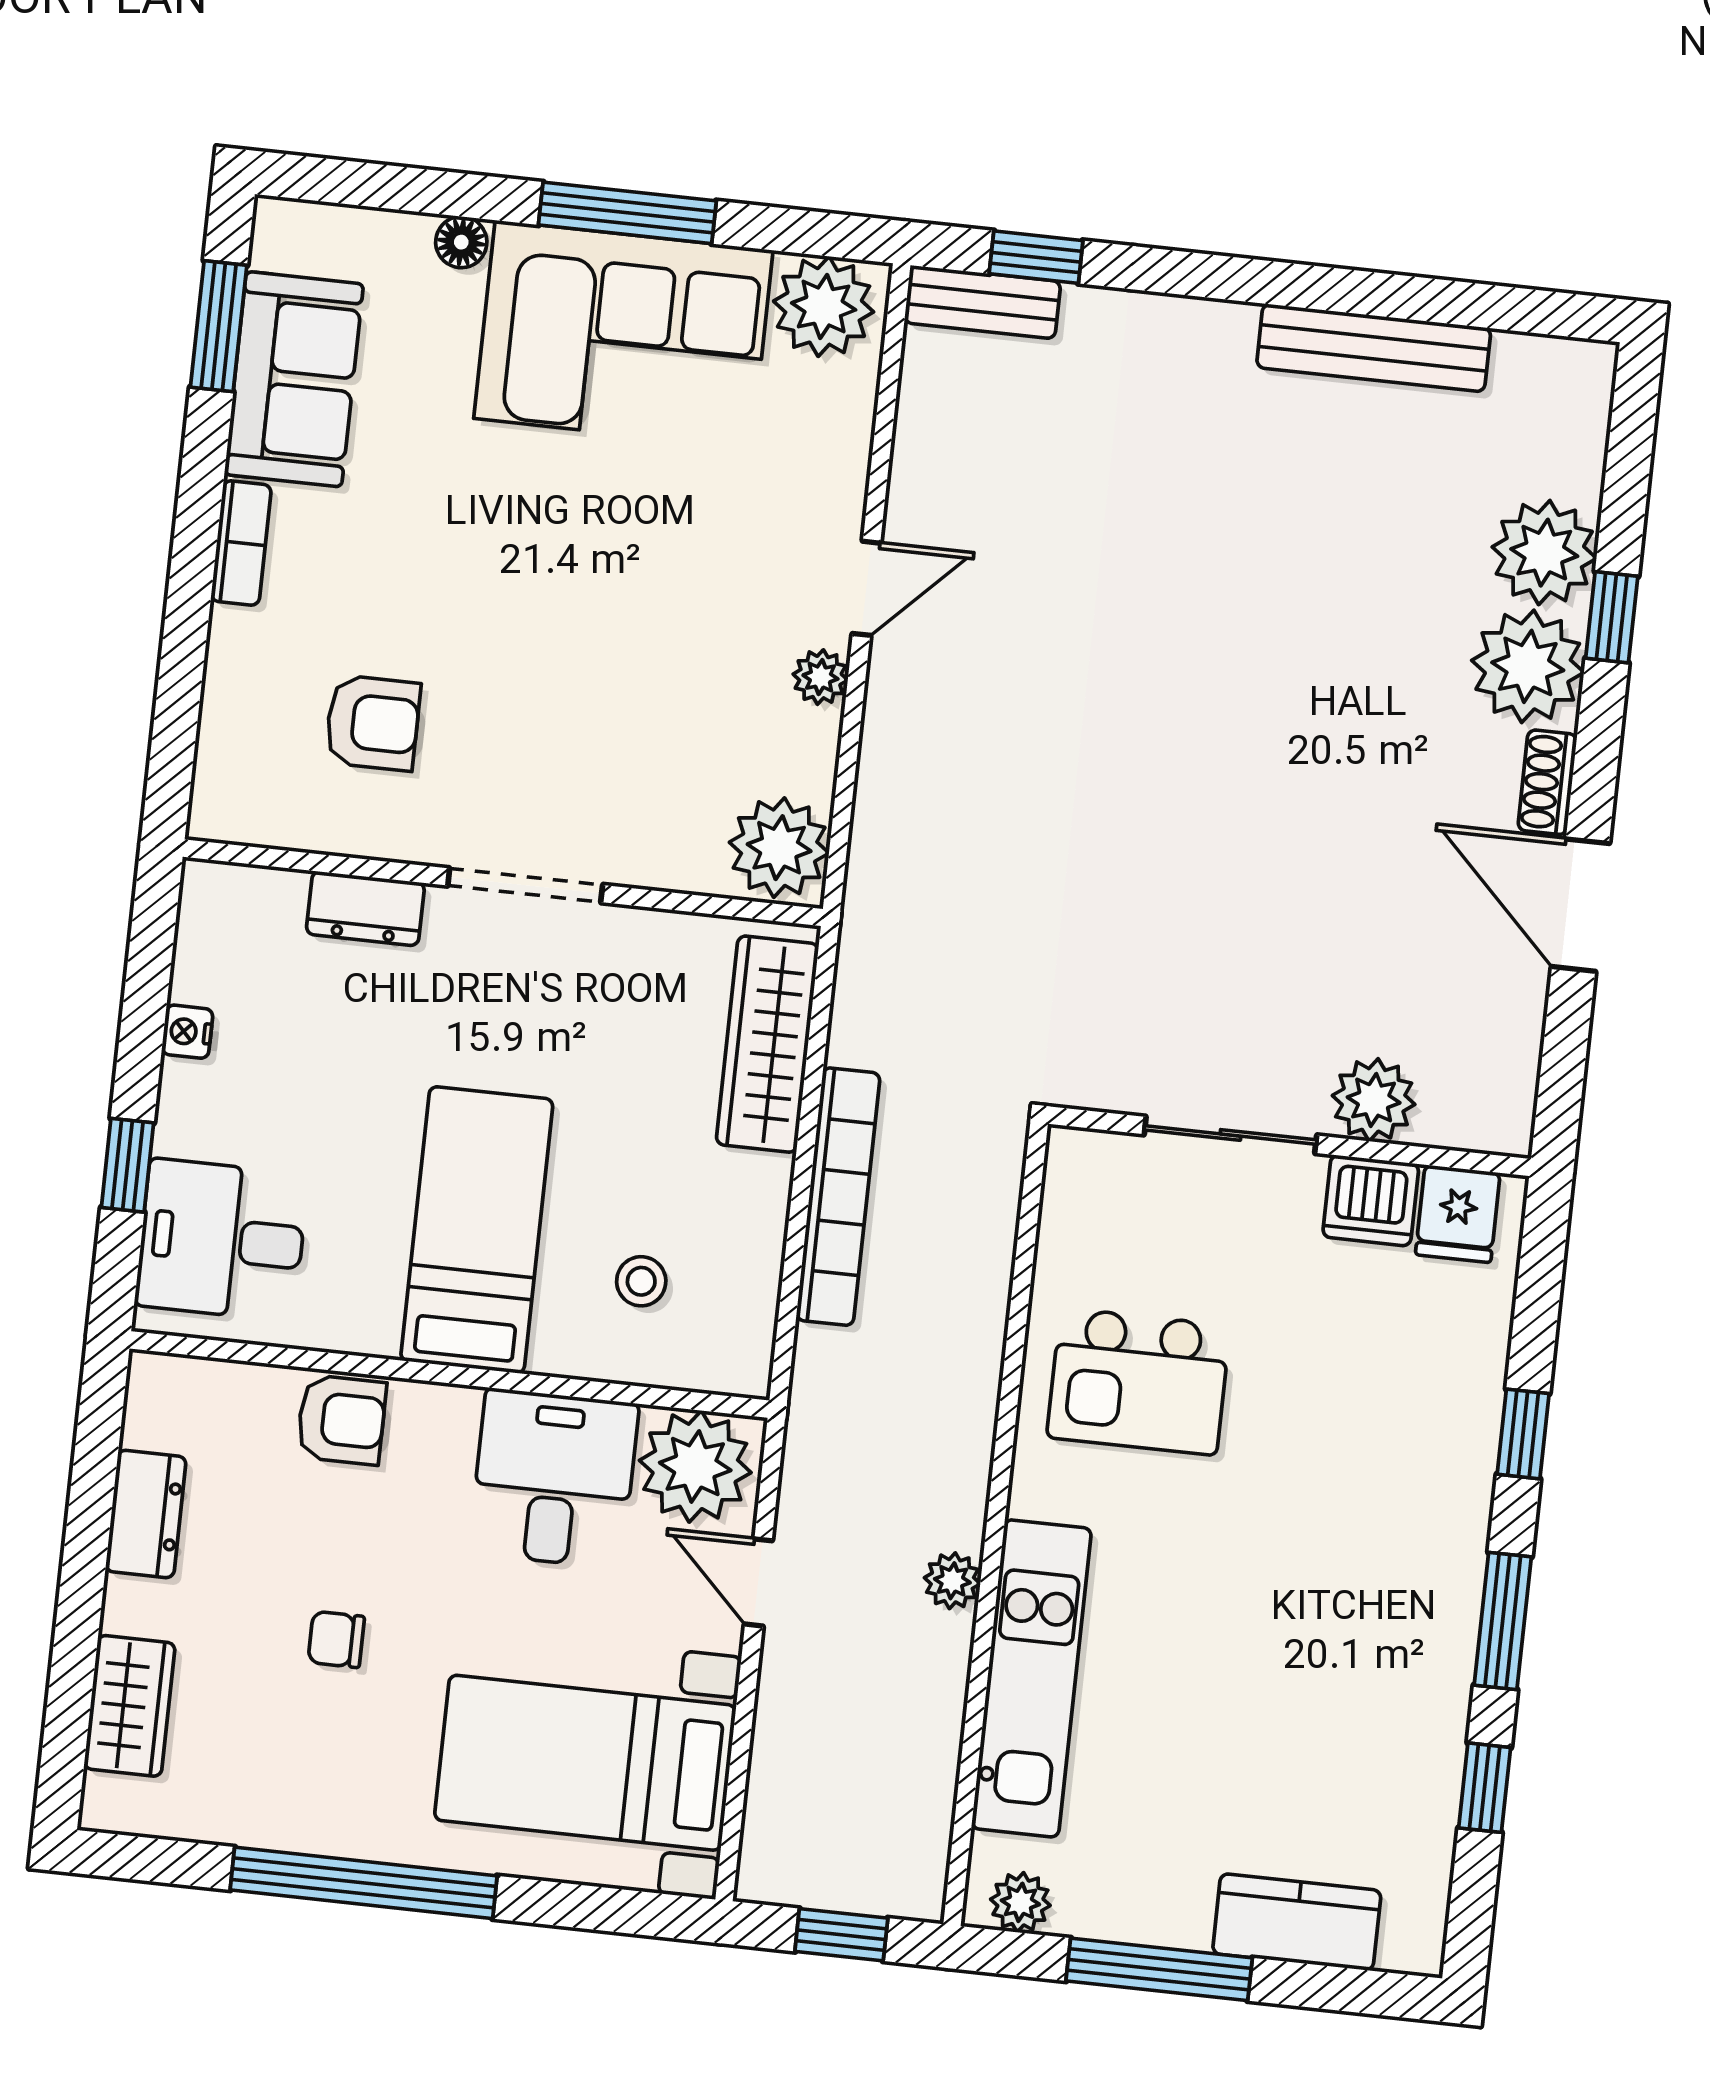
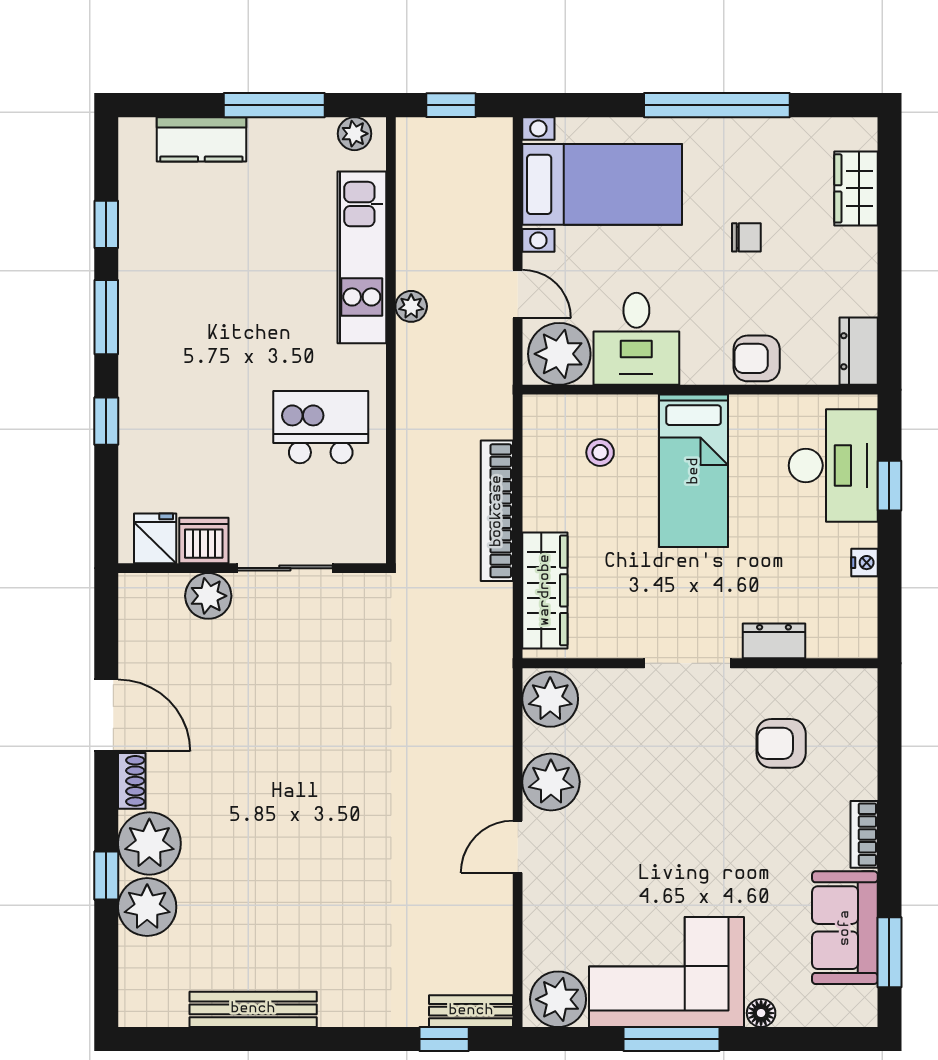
plant: (820, 677) -> (551, 782), width x1.88, depth x1.88
desk: (222, 1240) -> (833, 465), width x1.37
dresser: (146, 1514) -> (859, 351), moved

